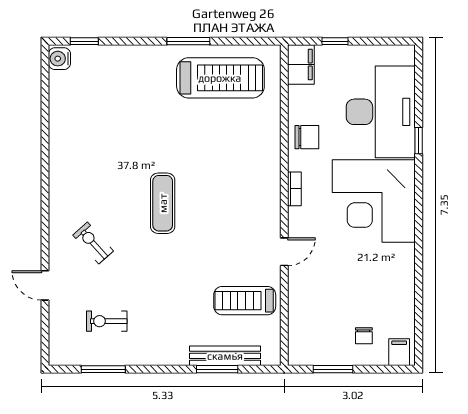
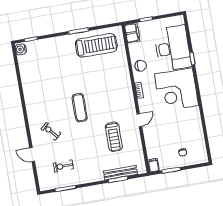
treadmill: (245, 301) -> (114, 137), moved, turned -90
filing cabinet: (399, 352) -> (154, 165), moved

